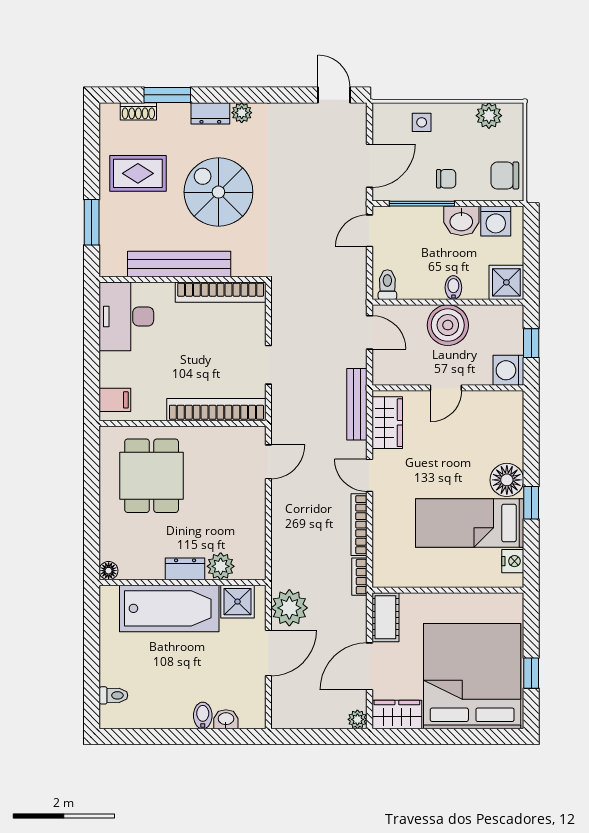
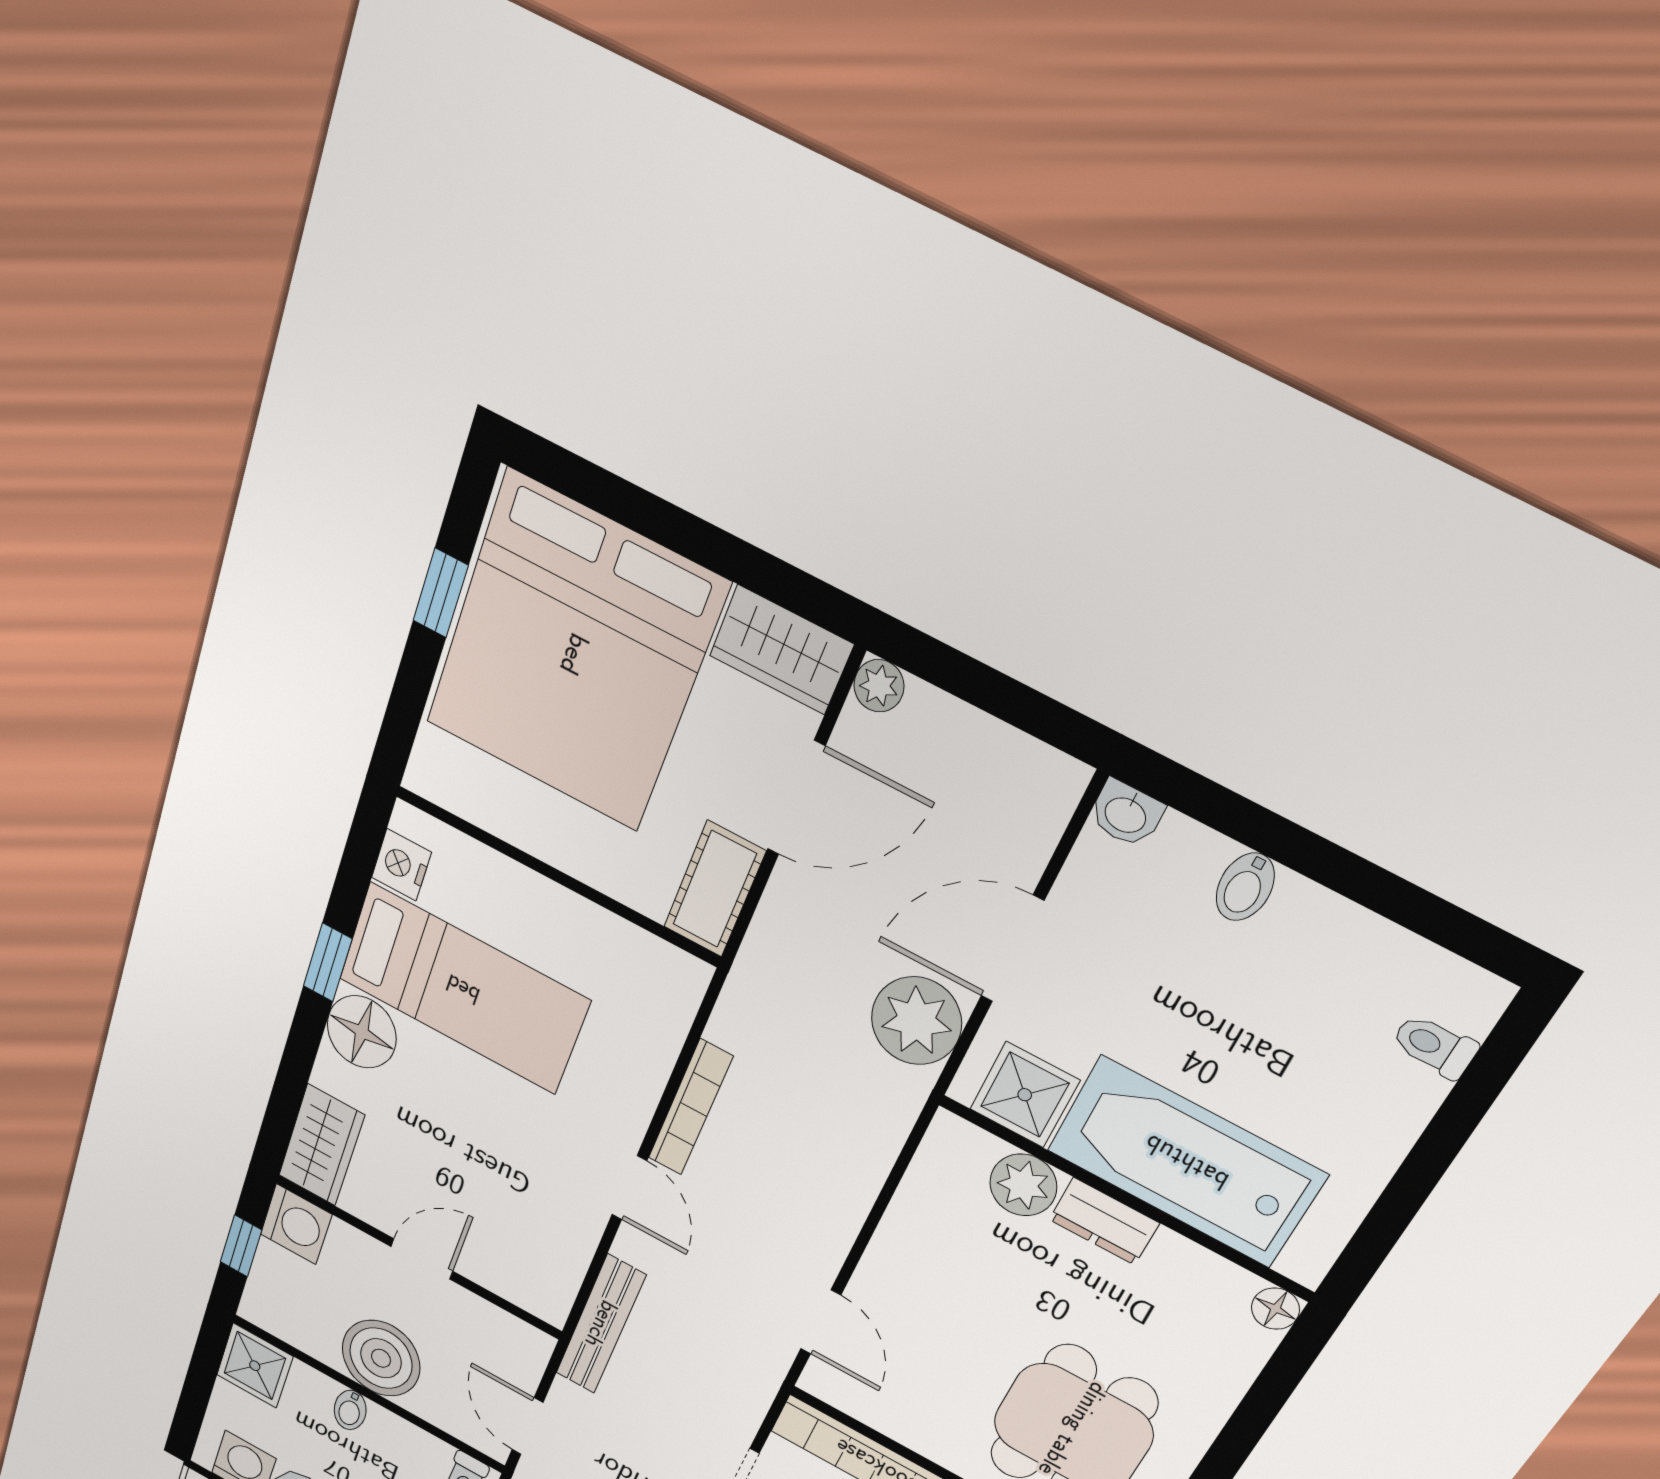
wardrobe: (387, 423) -> (321, 1145), moved, turned 180
door: (268, 462) -> (821, 1322), swing flipped
bookcase: (359, 577) -> (734, 1004), removed
washbasin: (226, 719) -> (1126, 814), moved

